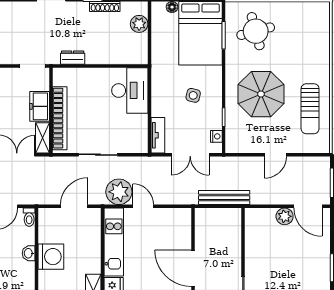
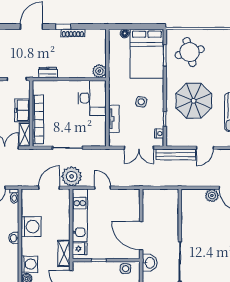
plant: (139, 24) -> (99, 71), moved
tv unit: (158, 135) -> (114, 119), moved
plant: (119, 192) -> (72, 176), moved
bench: (224, 198) -> (176, 154), moved
washbasin: (29, 253) -> (14, 238), moved

